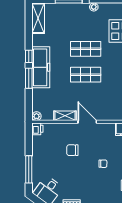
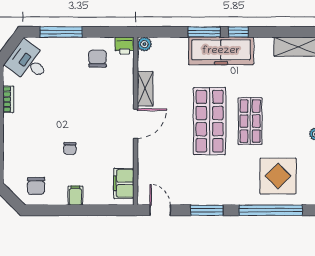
shop shelf: (86, 75) -> (210, 121), width x1.43, depth x1.36
chair: (72, 150) -> (98, 58), moved

